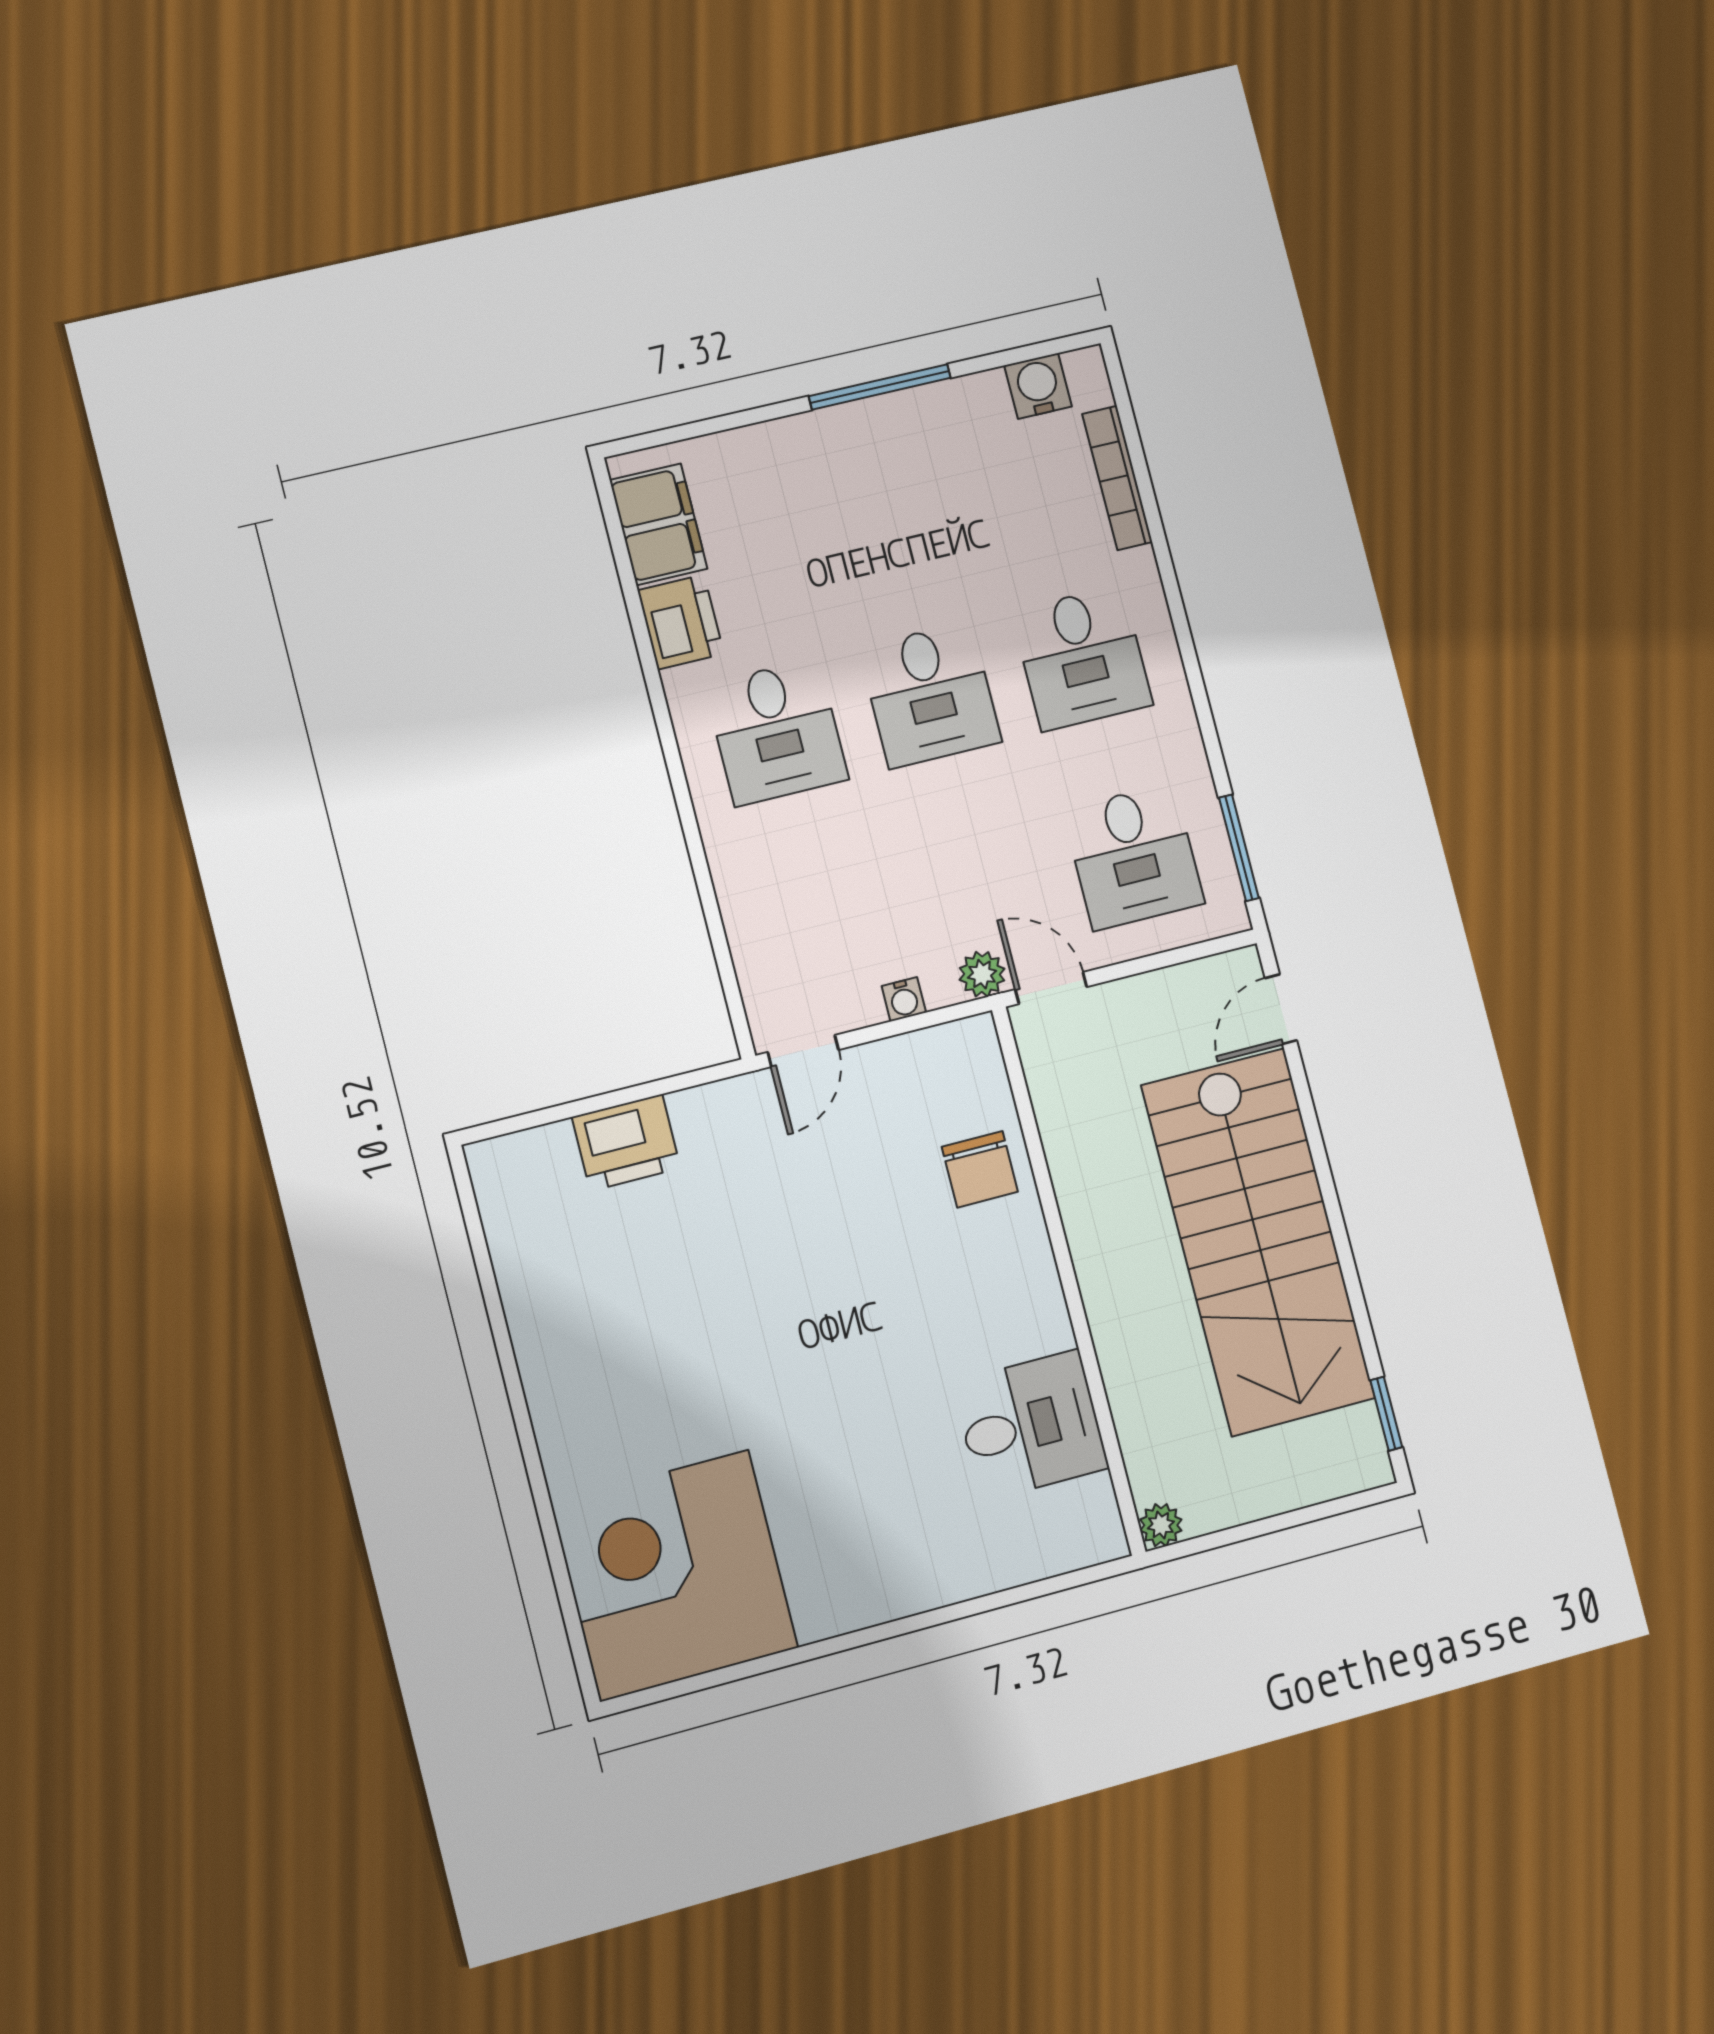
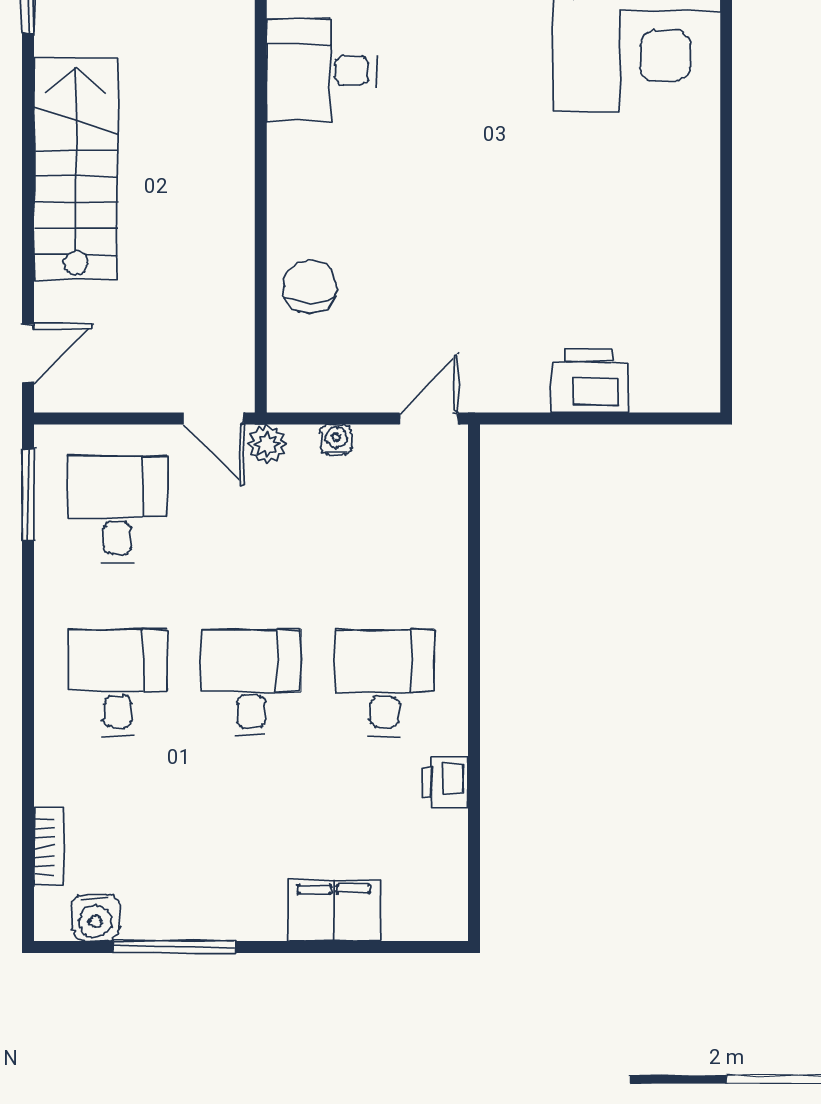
window: (880, 387) -> (174, 947), moved
bookcase: (1117, 478) -> (49, 847), width x0.64
filing cabinet: (658, 524) -> (334, 911), moved, turned 90
printer: (681, 622) -> (445, 782), width x0.73, depth x0.81
stairs: (1258, 1242) -> (76, 169), width x0.73, depth x0.66

